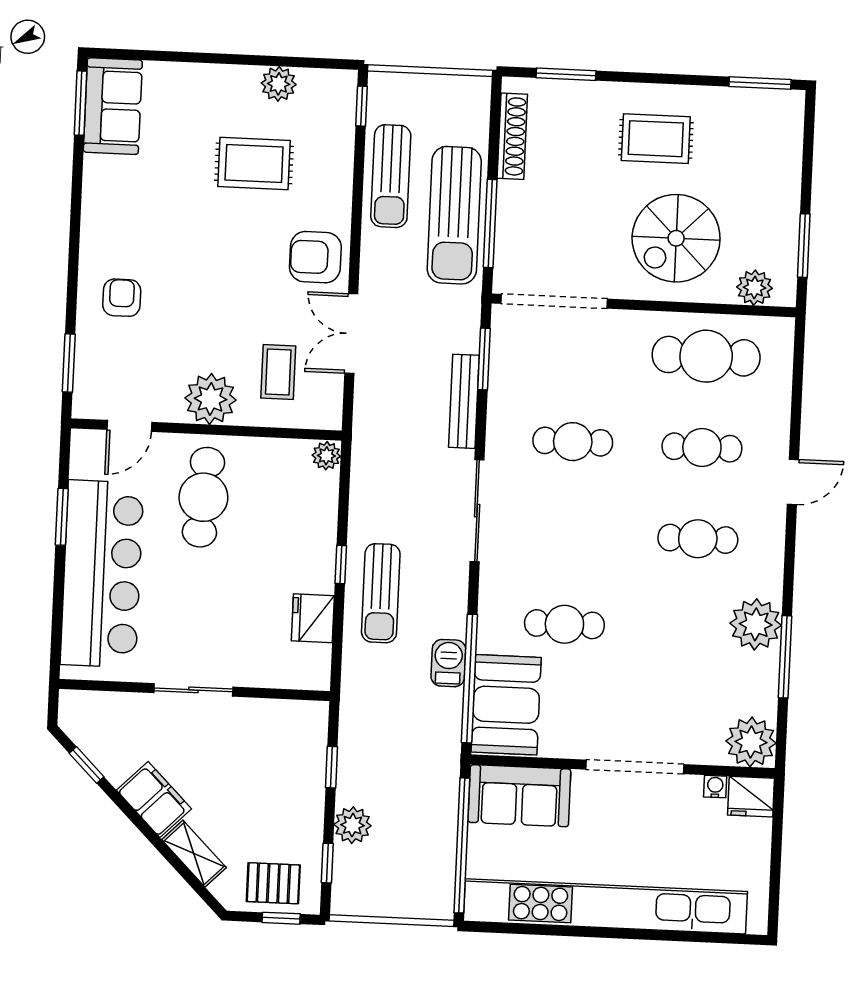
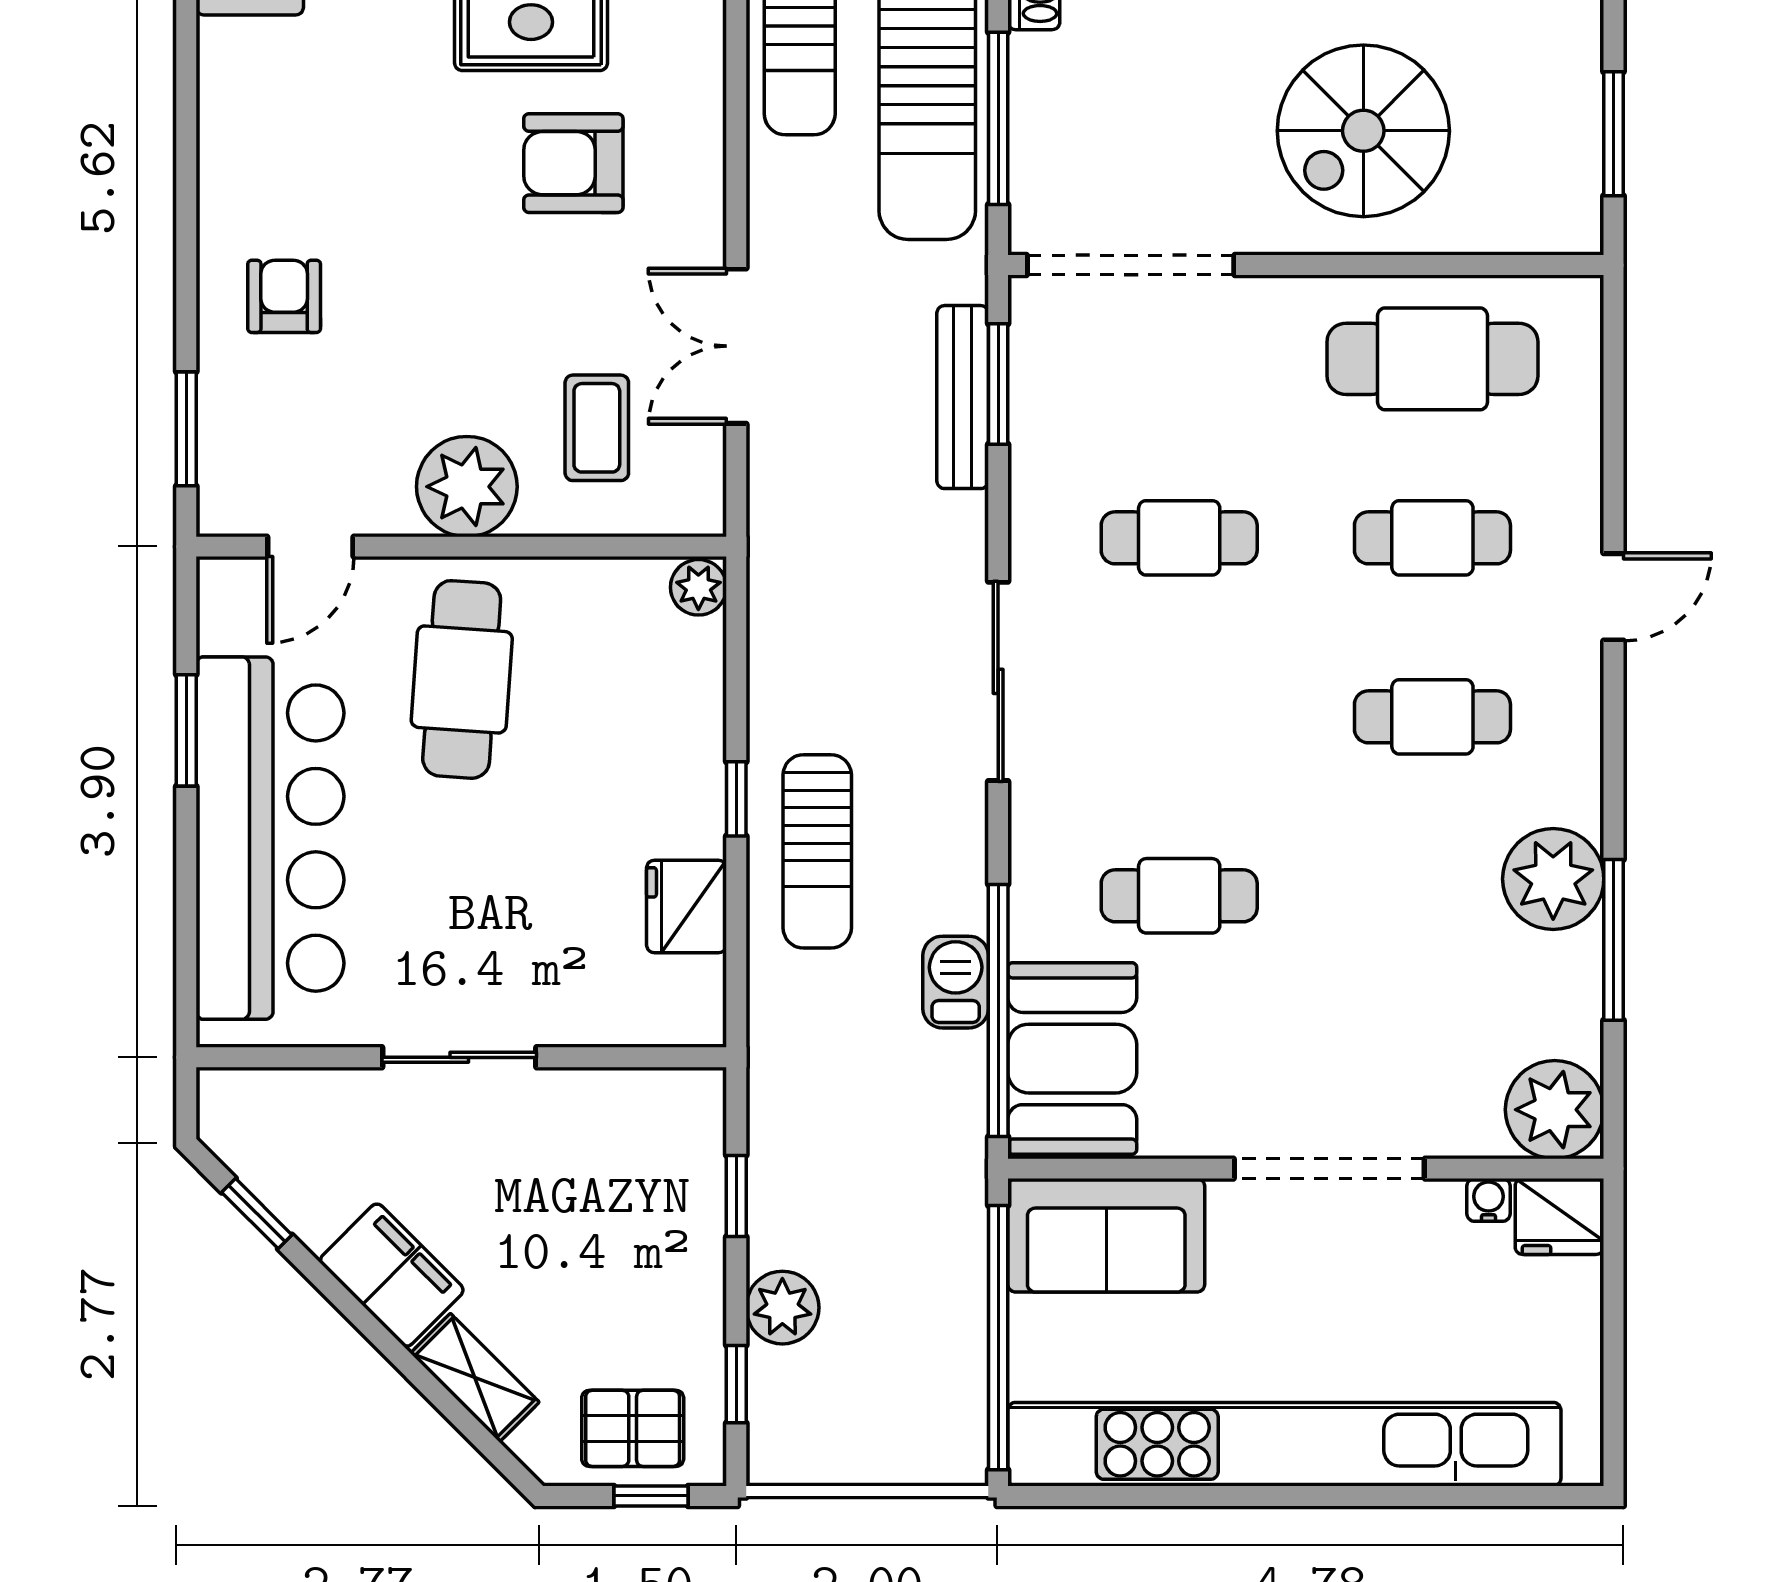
armchair: (315, 257) -> (573, 163), moved
plant: (755, 288) -> (1521, 220), removed
bench: (464, 401) -> (963, 397), moved

